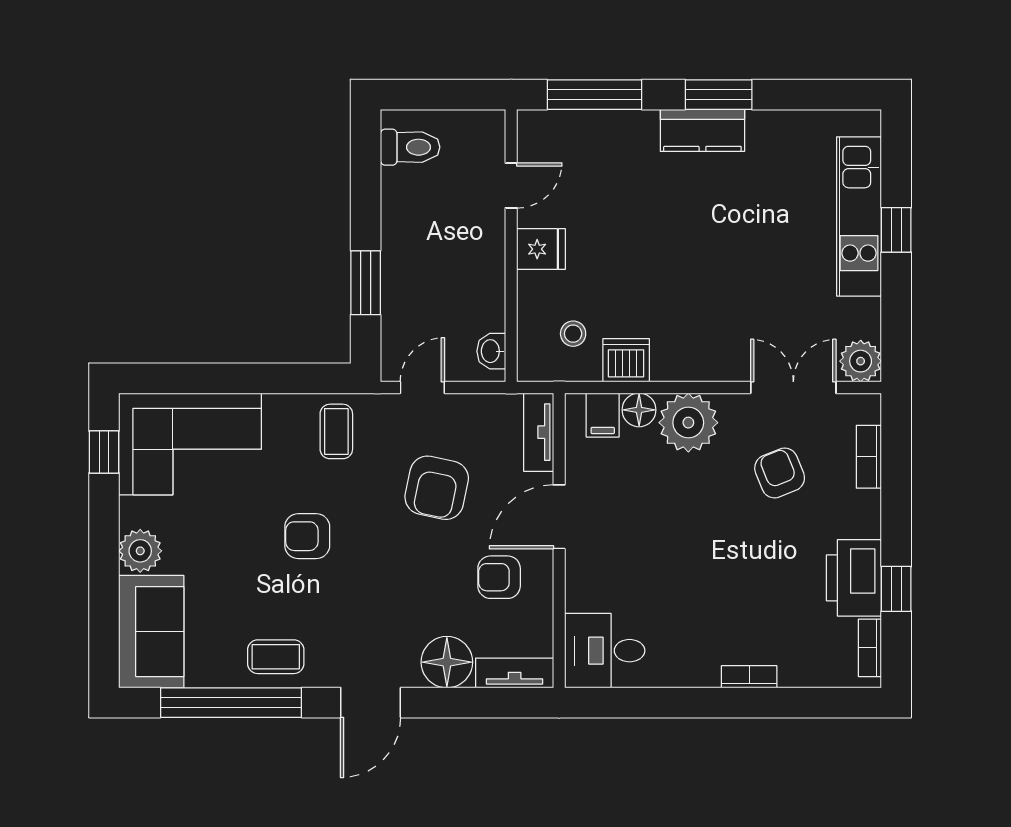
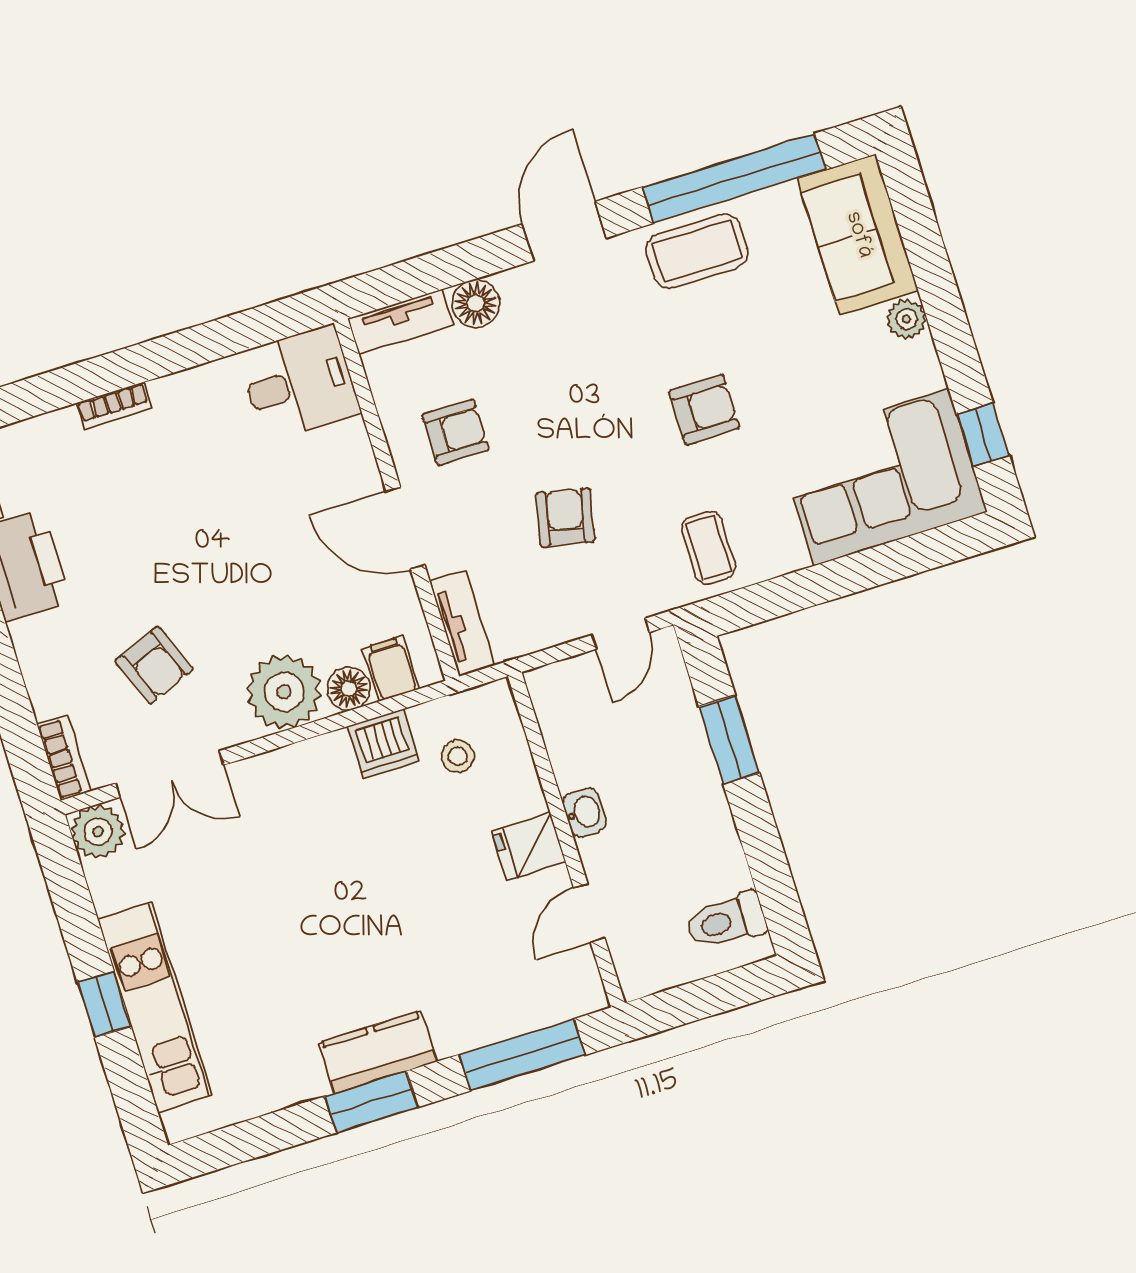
washbasin: (491, 351) -> (584, 812), moved
bookcase: (869, 457) -> (64, 758), moved
armchair: (437, 488) -> (565, 517), width x0.72, depth x0.72
door: (559, 517) -> (405, 528), swing flipped
plant: (140, 551) -> (906, 319), width x0.73, depth x0.73
coffee table: (276, 657) -> (697, 251), width x1.36, depth x1.30
floor lamp: (447, 662) -> (476, 303), width x0.73, depth x0.73

